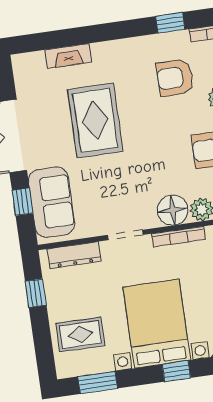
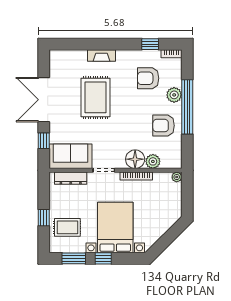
fireplace: (68, 56) -> (102, 56), moved
sofa: (52, 202) -> (70, 156), moved, turned -90
window: (36, 293) -> (44, 218), moved
window: (176, 371) -> (103, 258), moved

